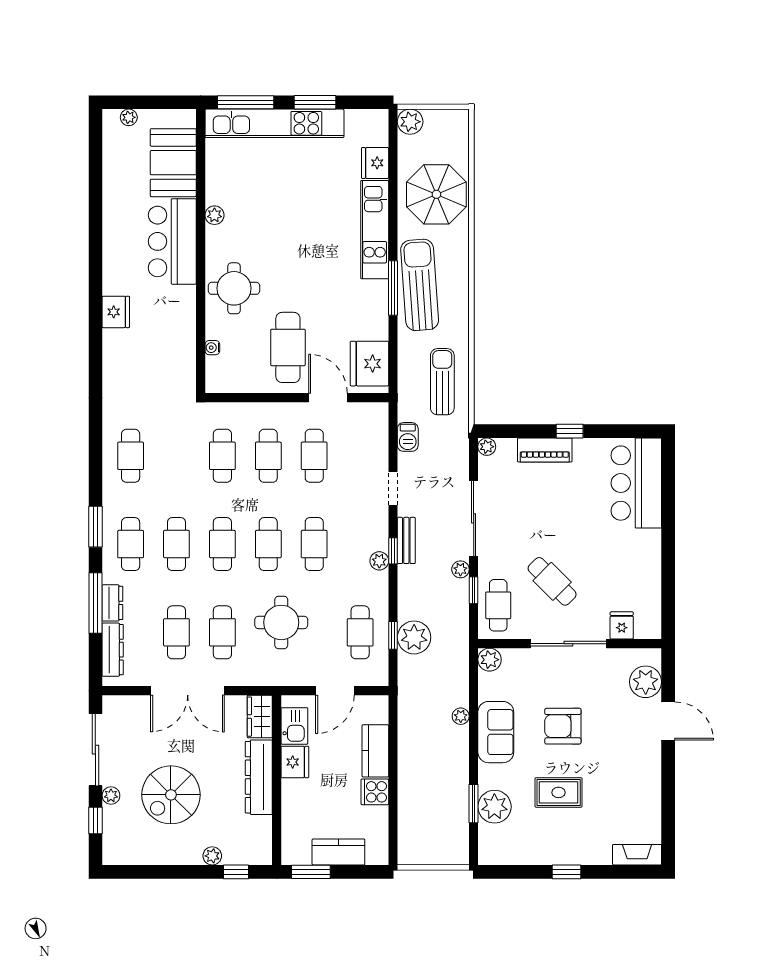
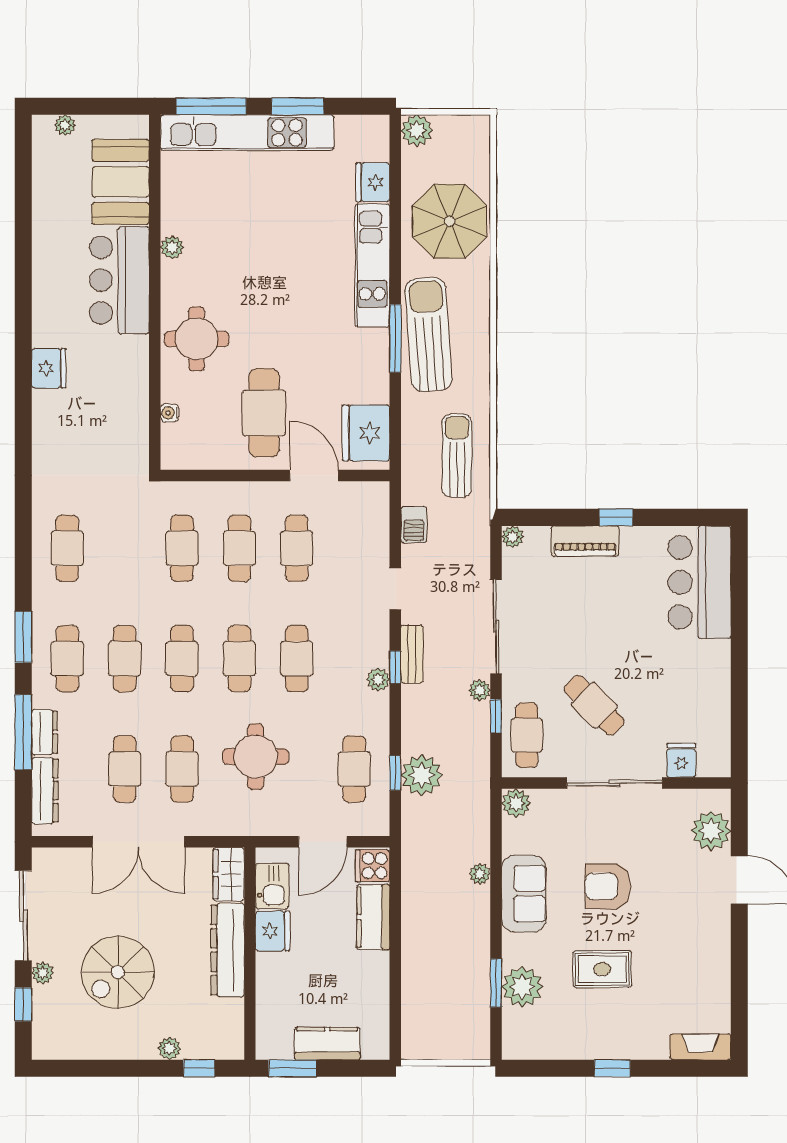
cooker: (375, 792) -> (373, 866), moved

